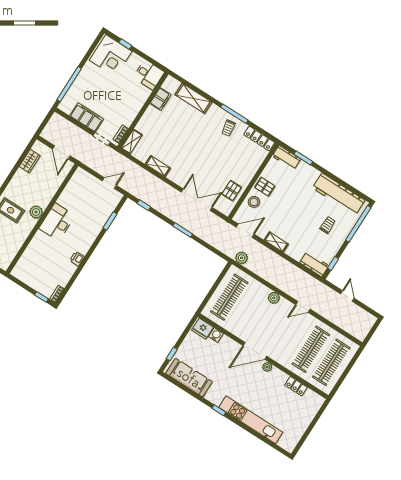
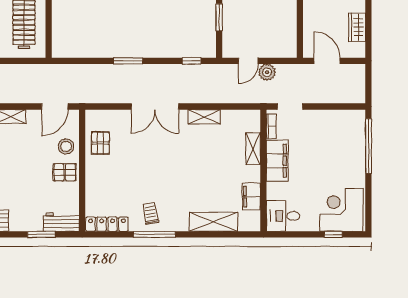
filing cabinet: (87, 117) -> (277, 161), moved, turned -90
shelving: (132, 142) -> (253, 149), moved
double door: (197, 200) -> (155, 106), moved
plant: (242, 258) -> (267, 72), moved

